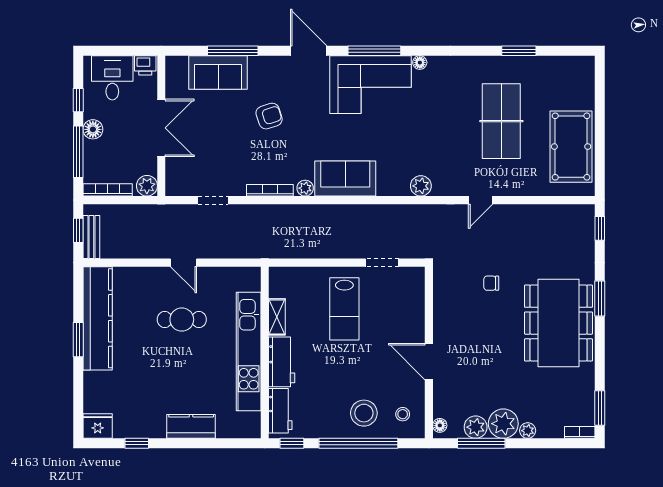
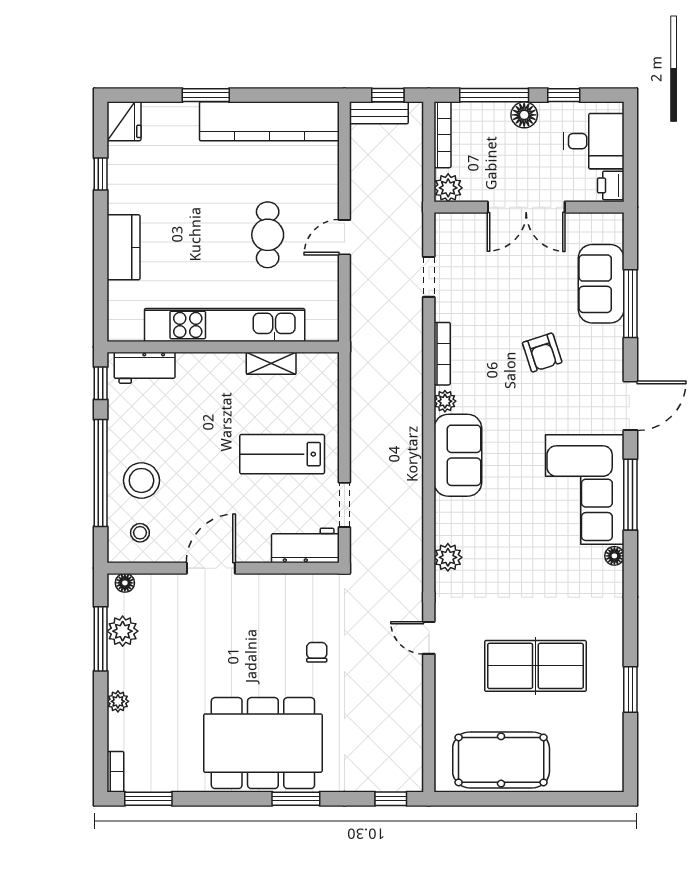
window: (78, 340) -> (206, 95), moved
workbench: (282, 362) -> (305, 545), moved, turned 180
plant: (503, 424) -> (127, 669), removed

